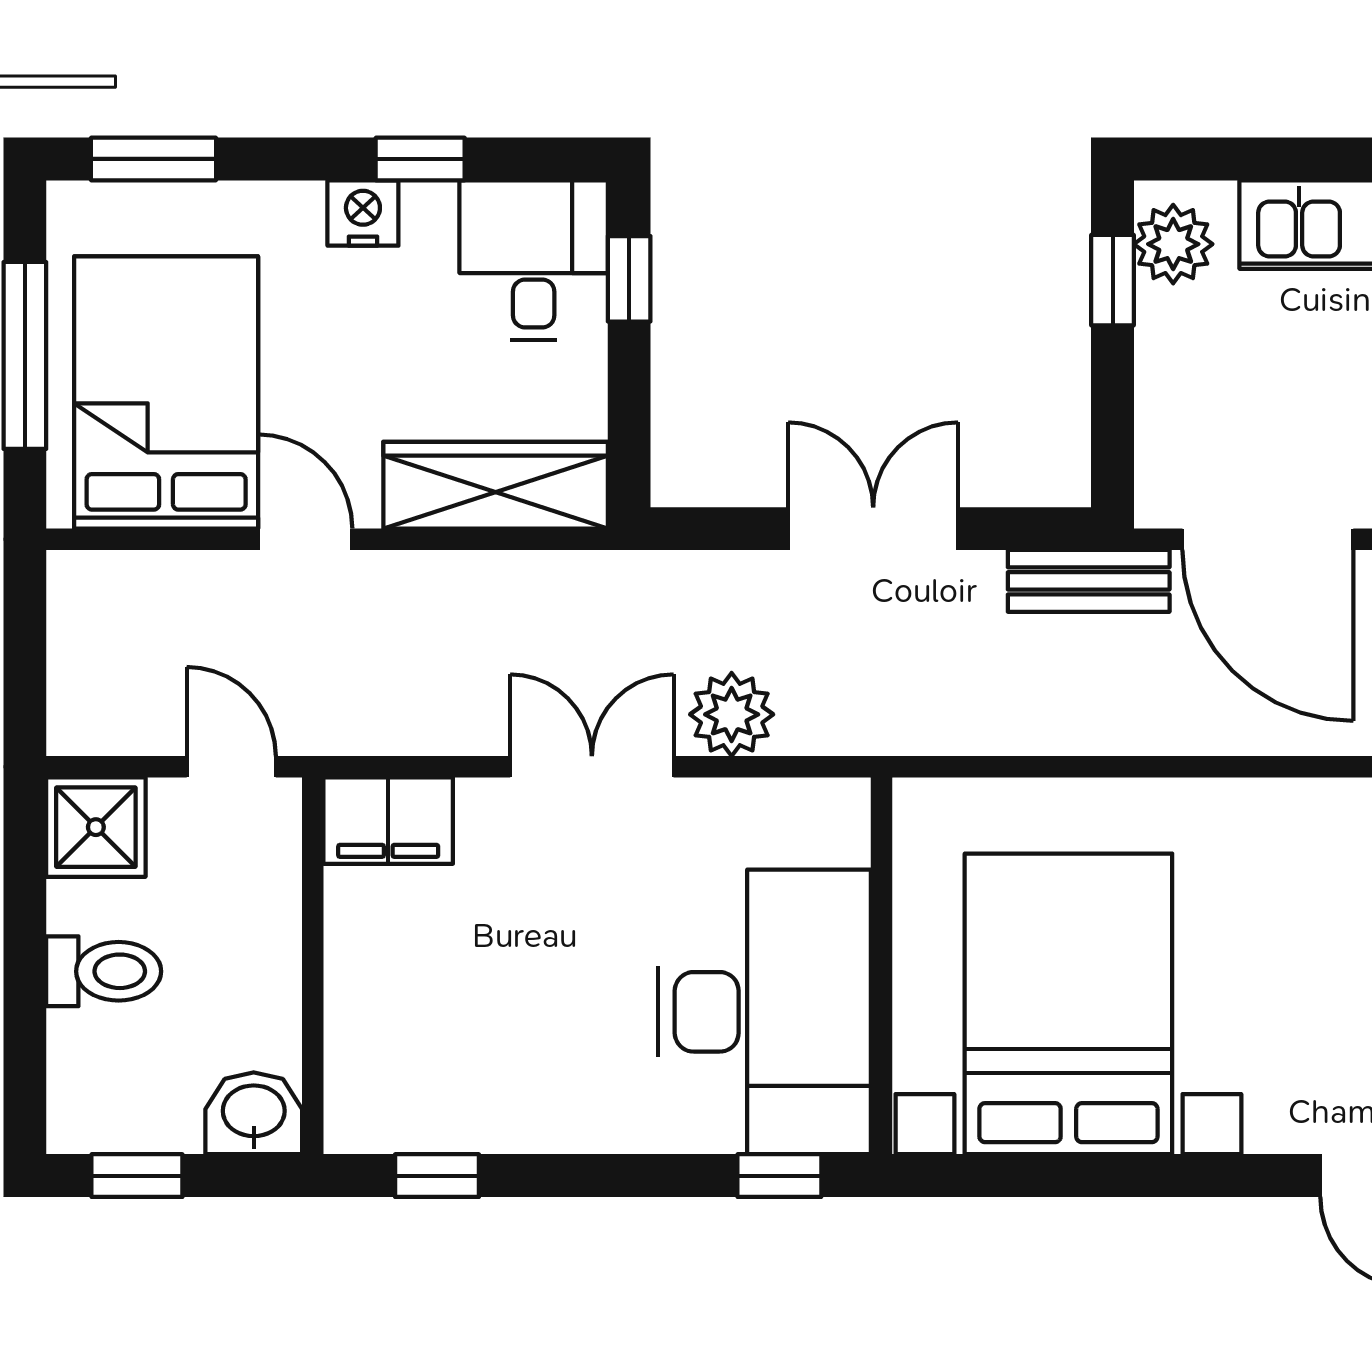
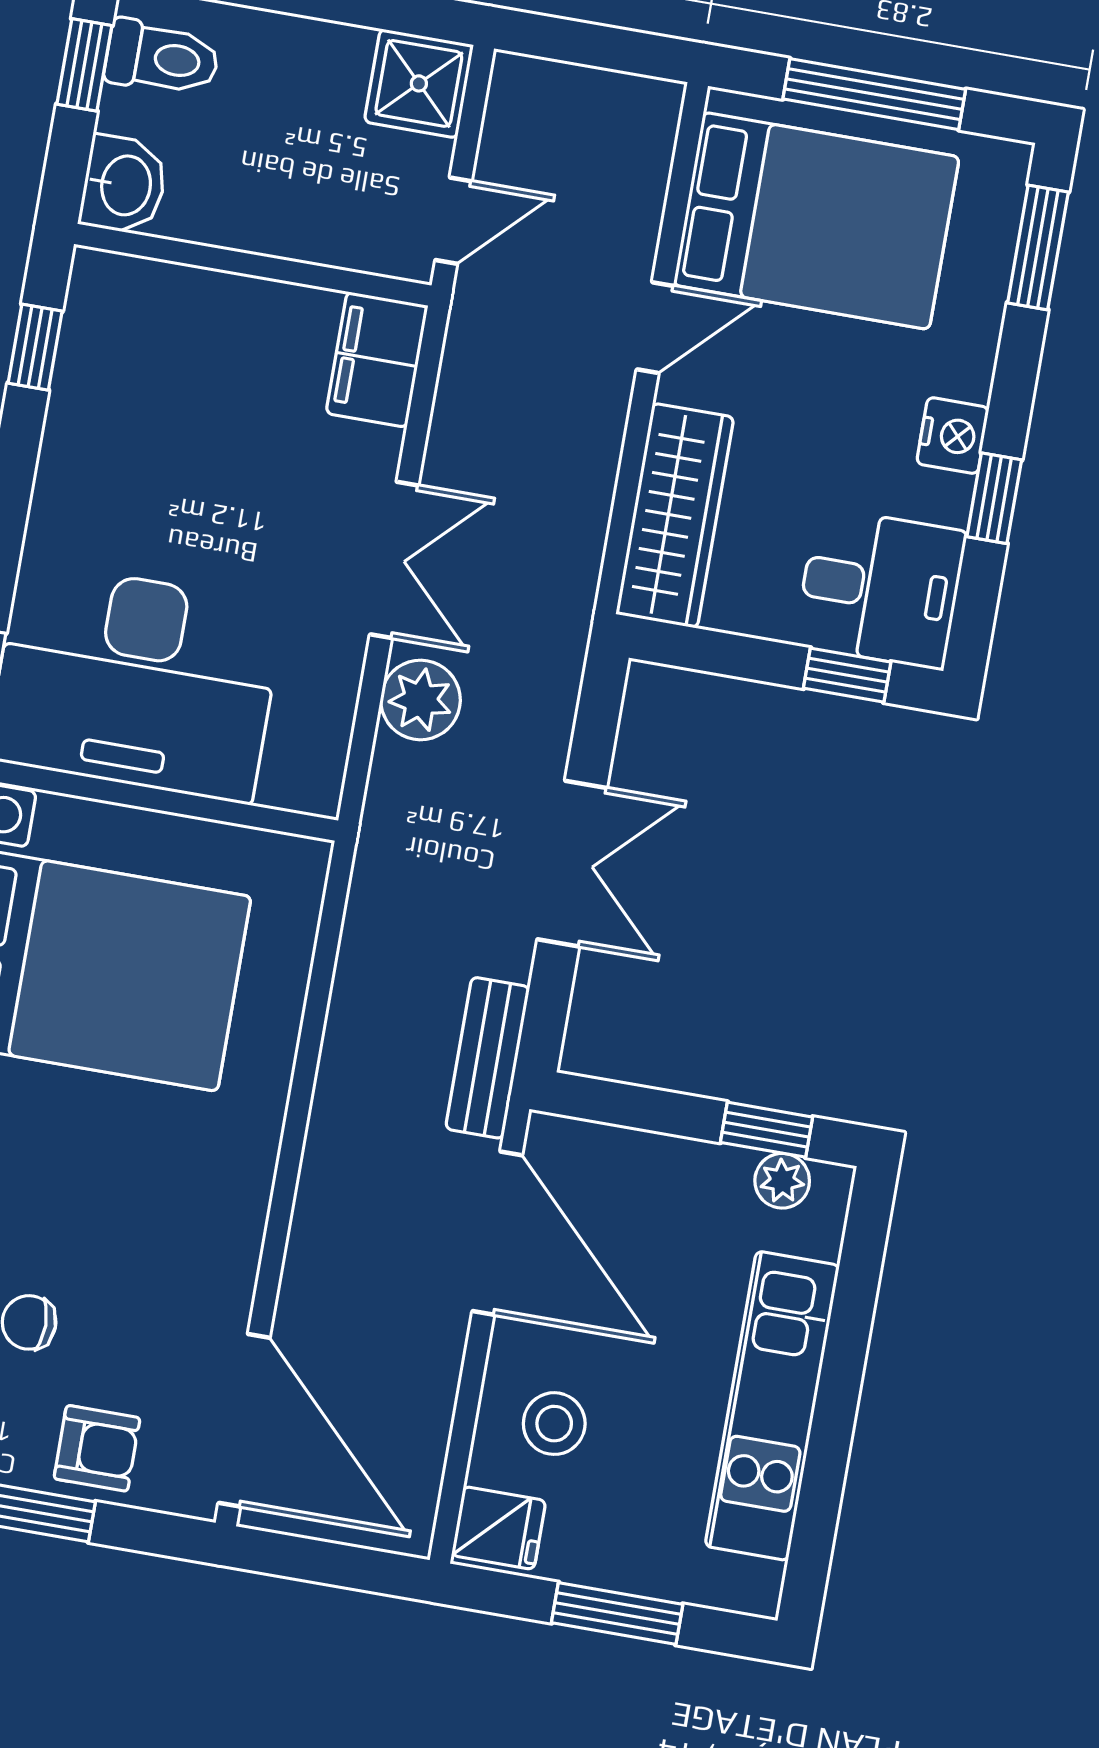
plant: (1173, 244) -> (782, 1181), width x0.73, depth x0.73
door: (1268, 539) -> (497, 1233), swing flipped
toilet: (104, 971) -> (162, 58), moved, turned -90

